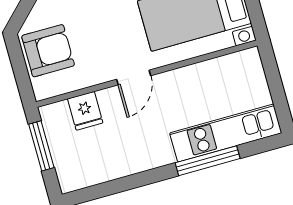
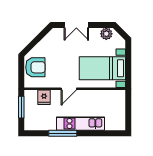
kitchen unit: (226, 133) -> (81, 124), moved
window: (208, 161) -> (63, 133), moved

